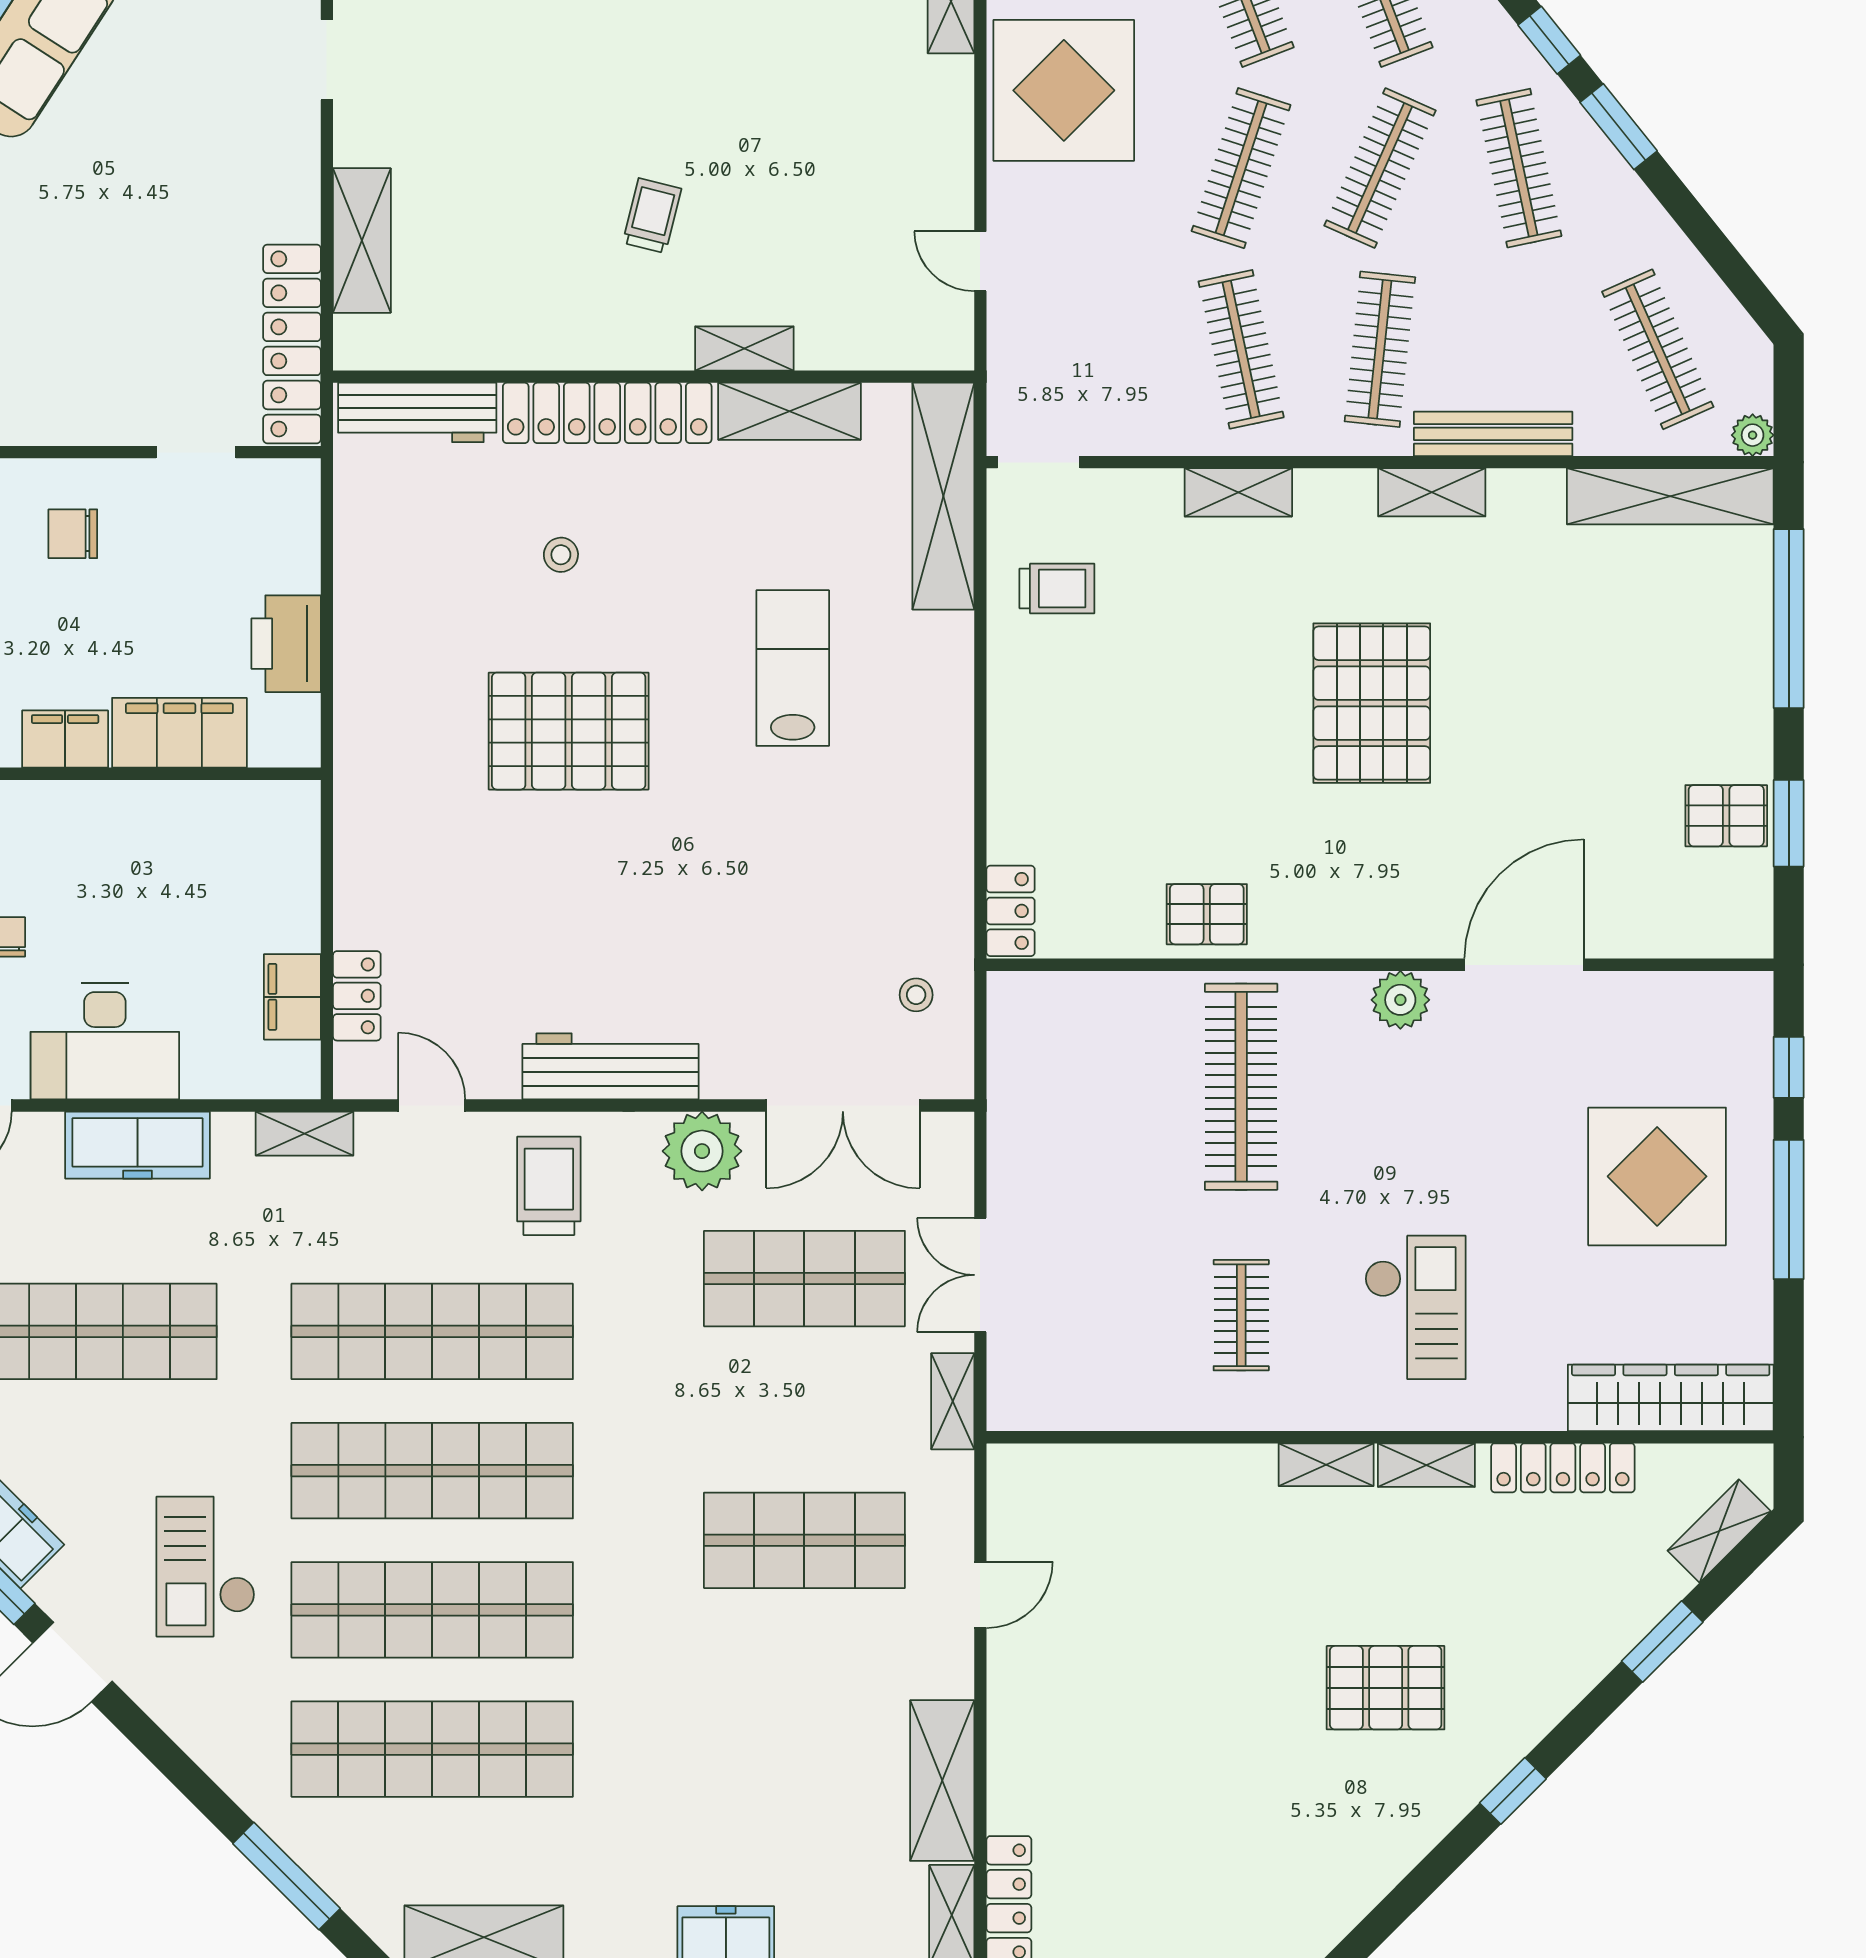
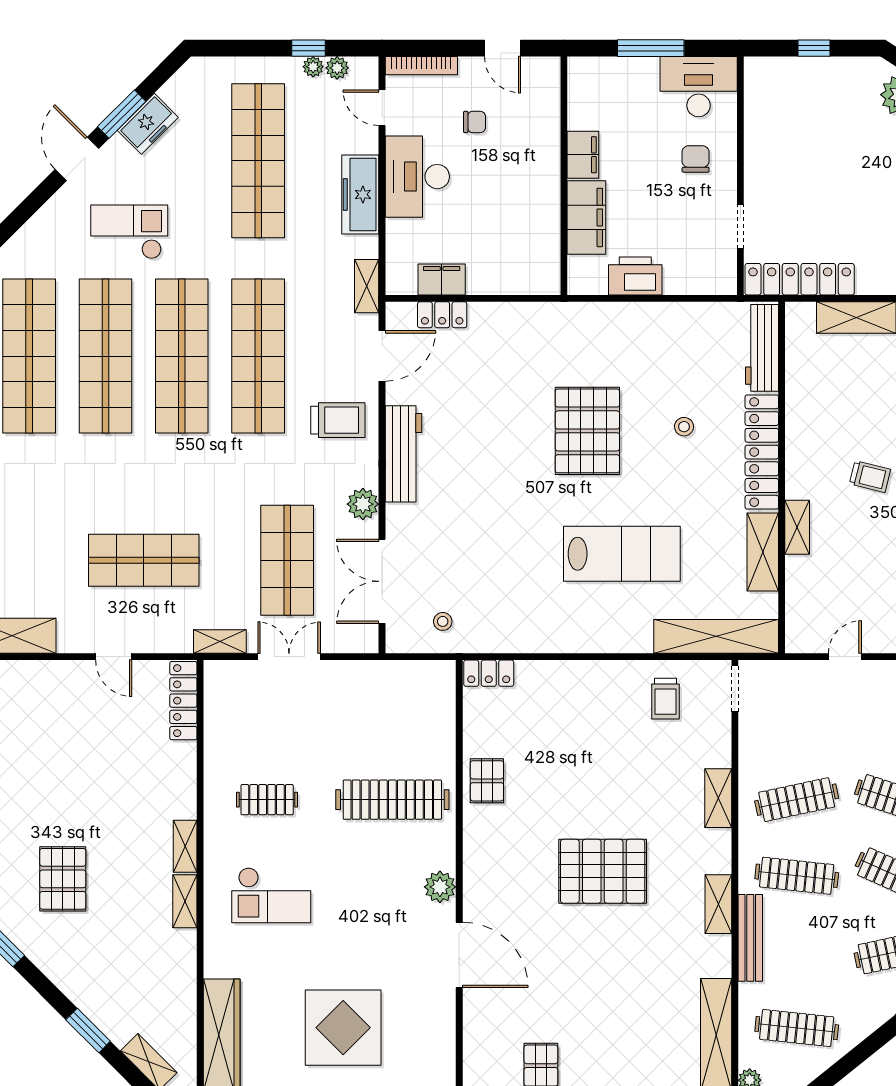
clothes rail: (1658, 349) -> (797, 1028), turned 30
lab bench: (793, 668) -> (622, 554), width x1.36, depth x1.39
door: (432, 1105) -> (382, 356), width x1.38
plant: (702, 1151) -> (363, 504), width x0.73, depth x0.73
locker: (1563, 1468) -> (183, 701), moved
shop shelf: (804, 1540) -> (144, 560), turned 90

